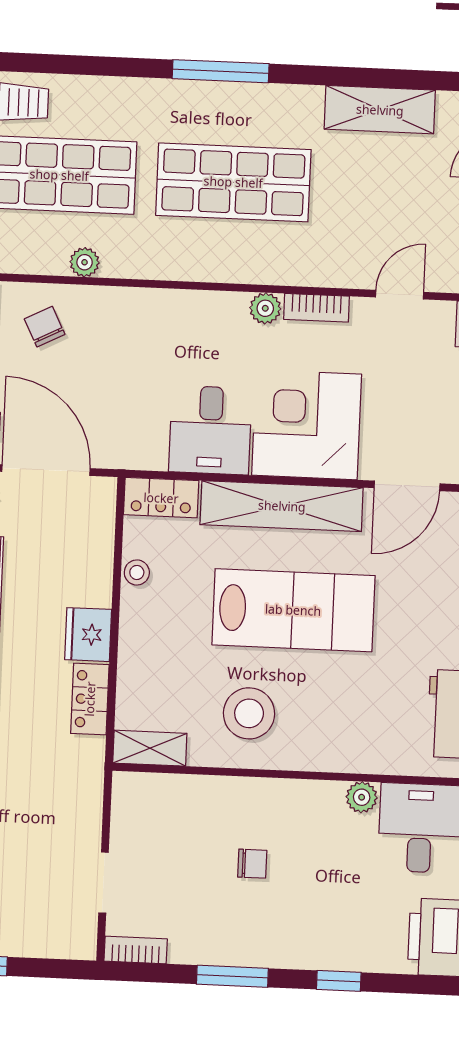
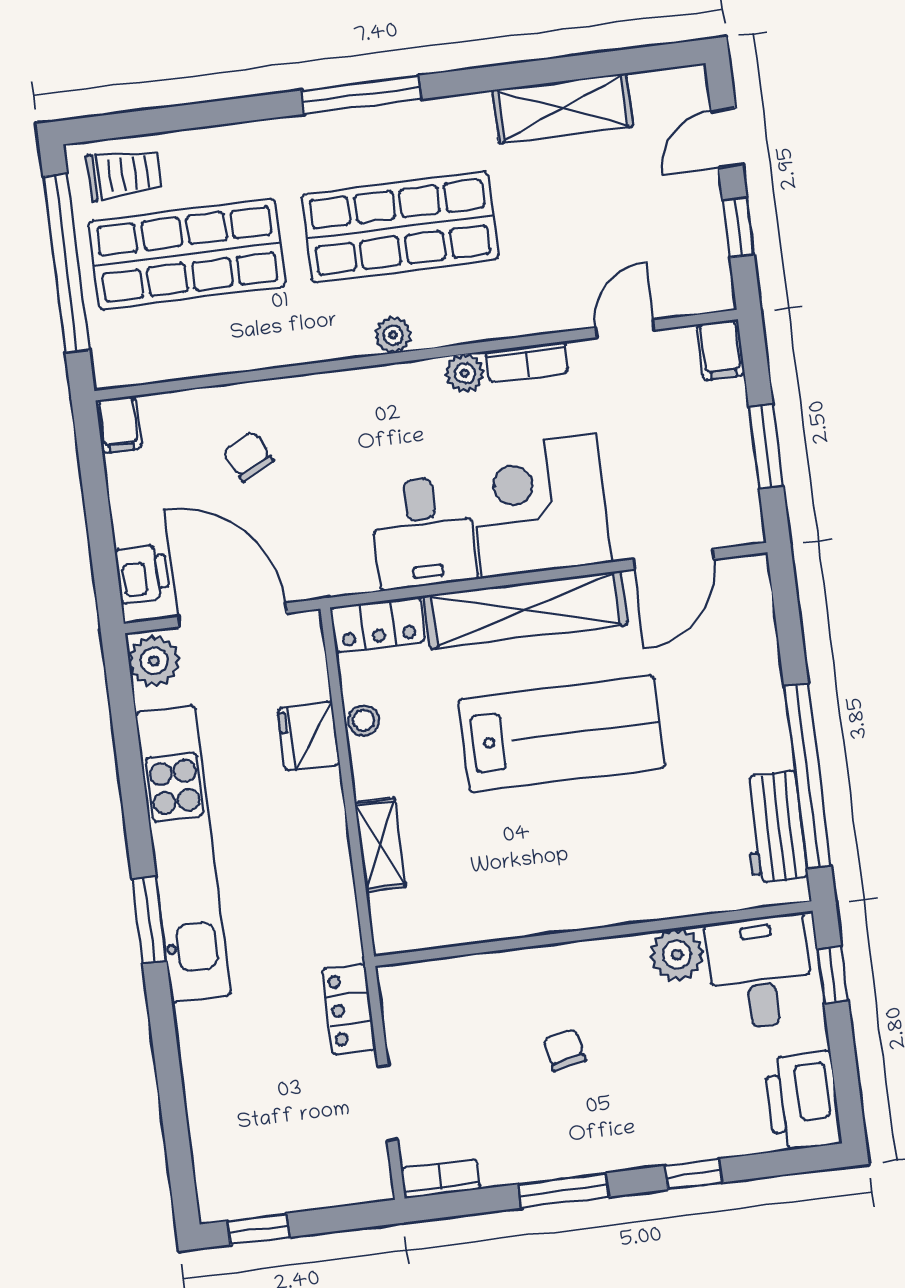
plant: (85, 262) -> (393, 335), moved
chair: (45, 327) -> (248, 456), moved
fridge: (88, 635) -> (309, 736), moved
locker: (90, 699) -> (349, 1009), moved
stool: (249, 713) -> (529, 868), removed
shelving: (150, 748) -> (380, 845), moved, turned 90
plant: (362, 797) -> (677, 955), width x1.38, depth x1.38
chair: (252, 864) -> (564, 1050), turned -102

